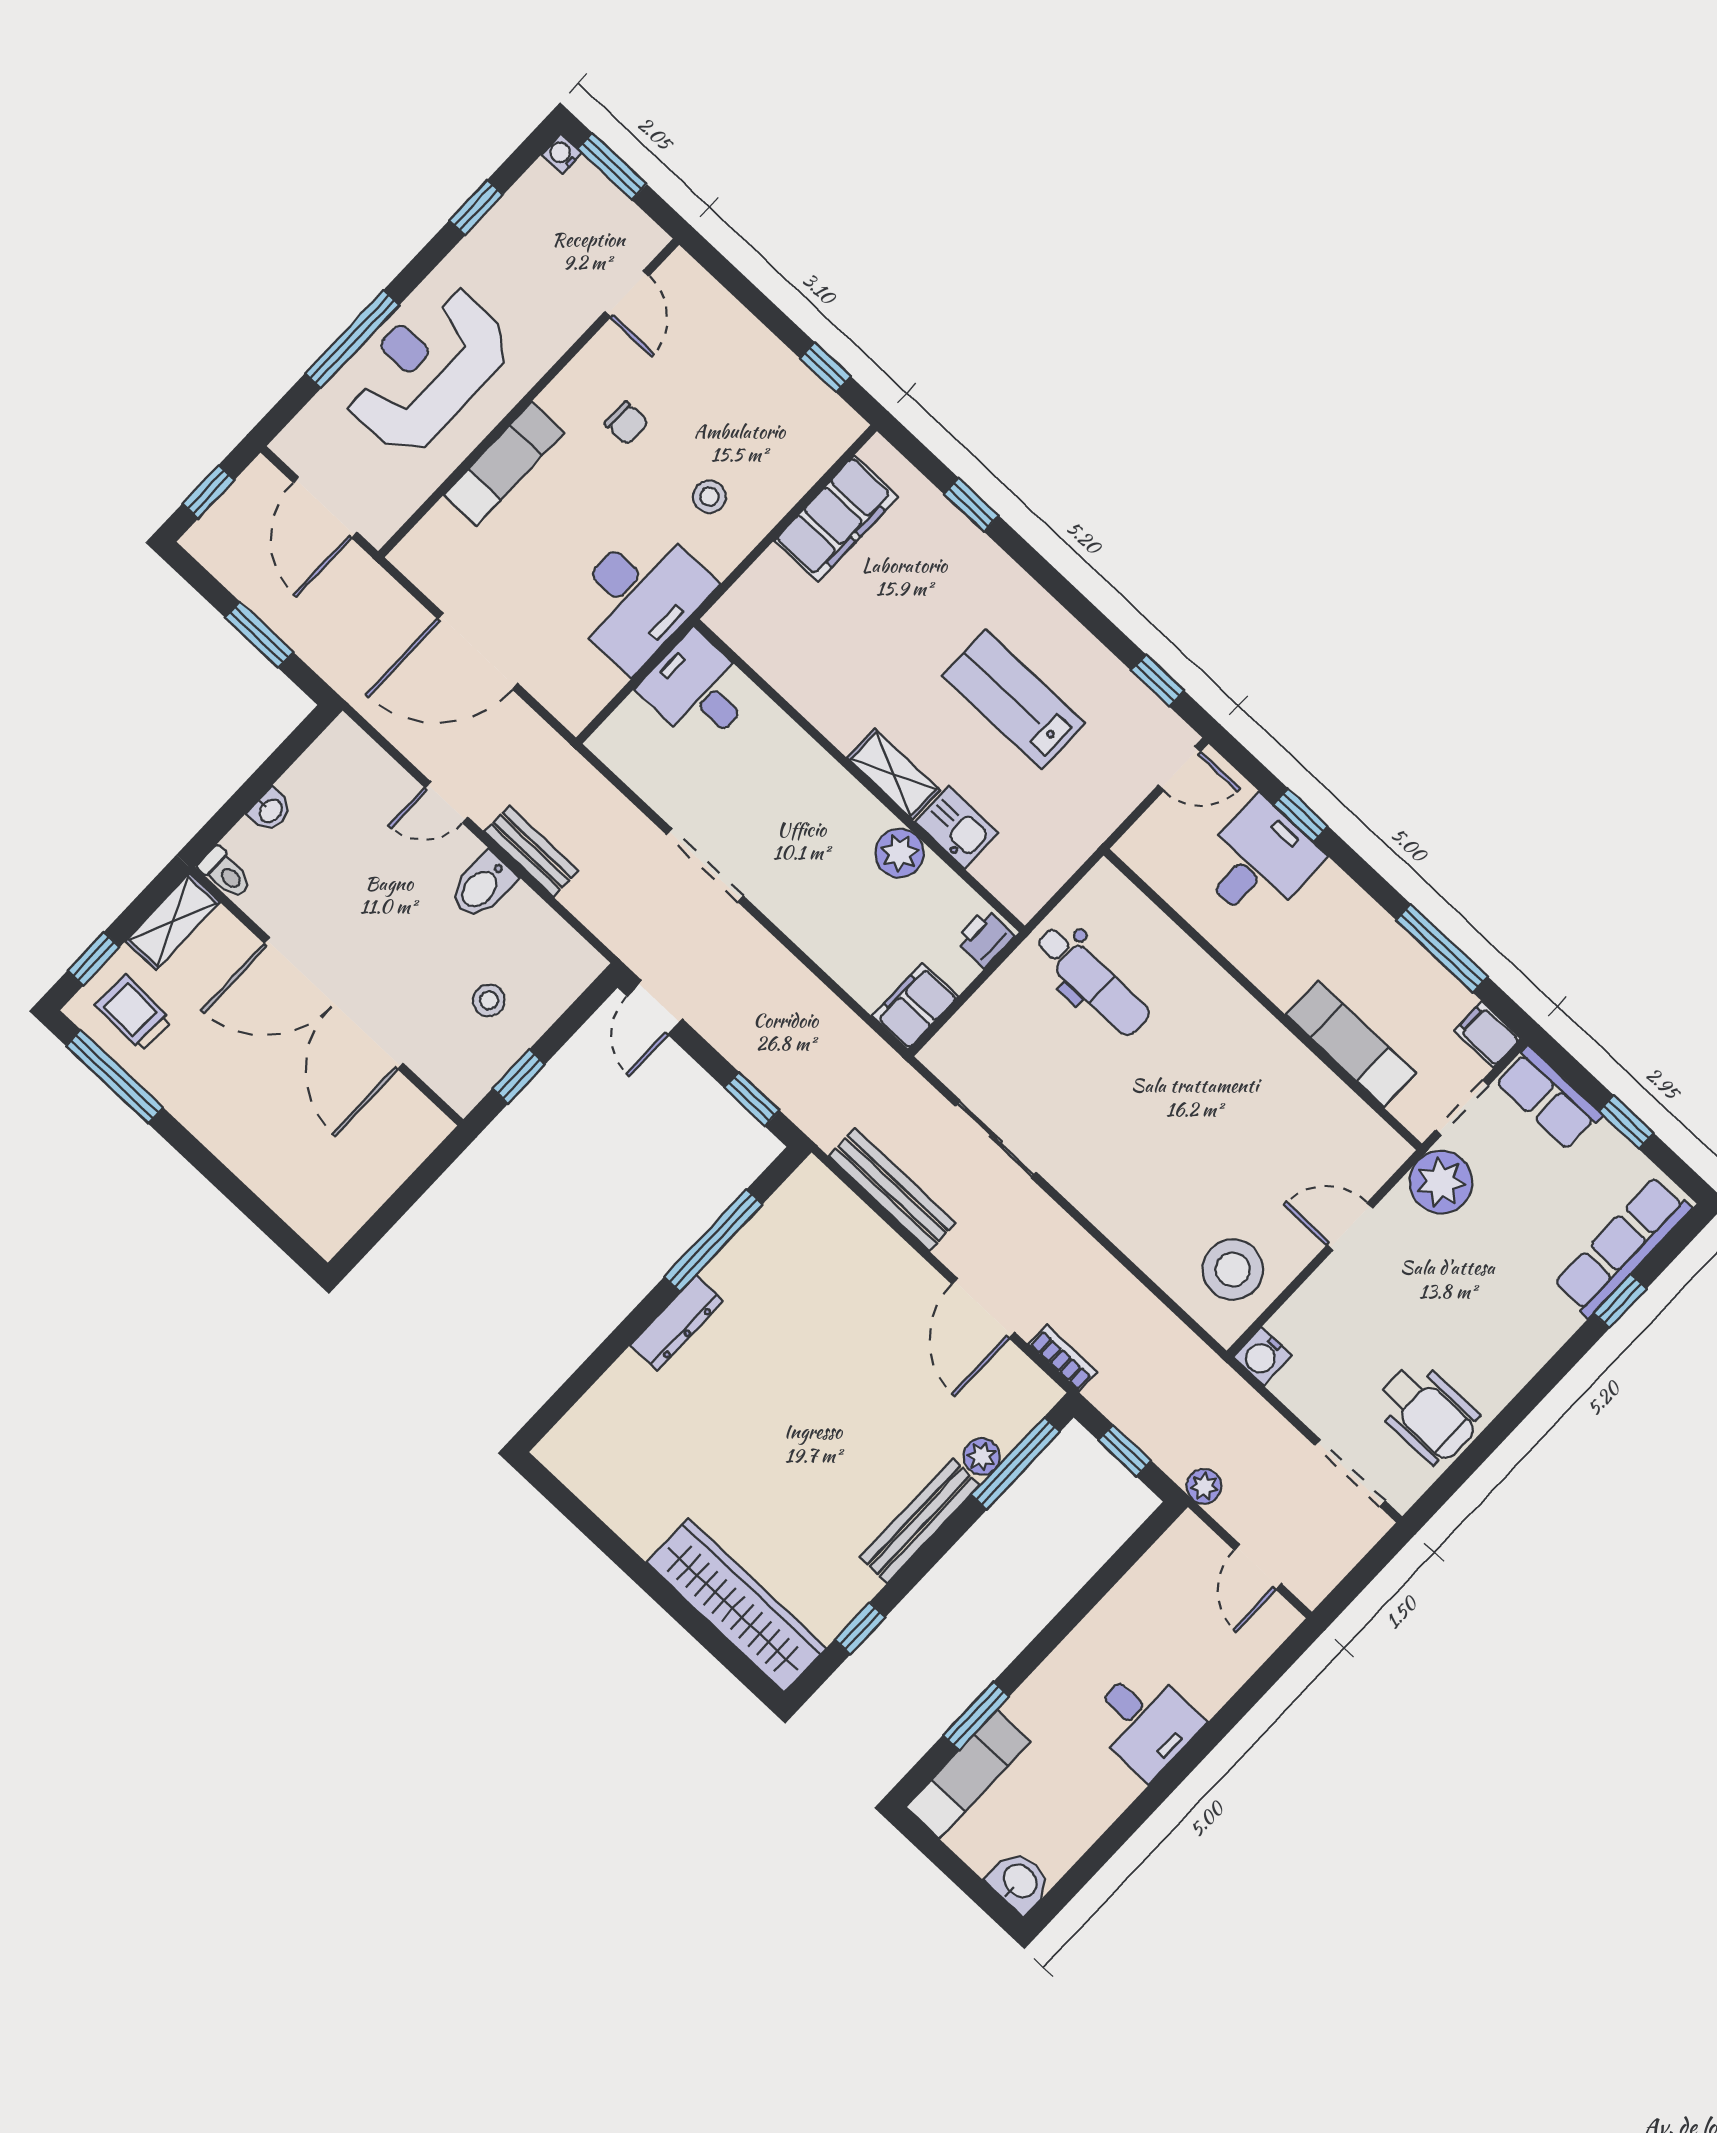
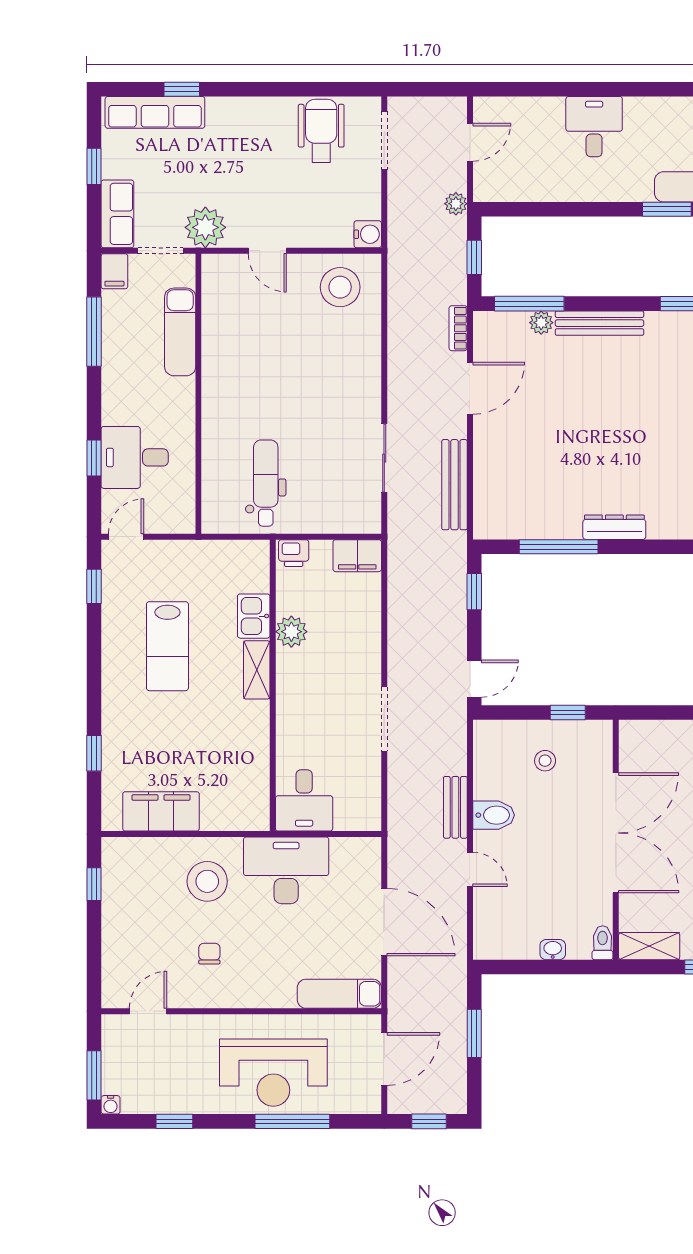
exam couch: (504, 464) -> (339, 994), moved
stool: (709, 497) -> (207, 881), width x1.89, depth x1.89
door: (1179, 768) -> (126, 537), hinge flipped

